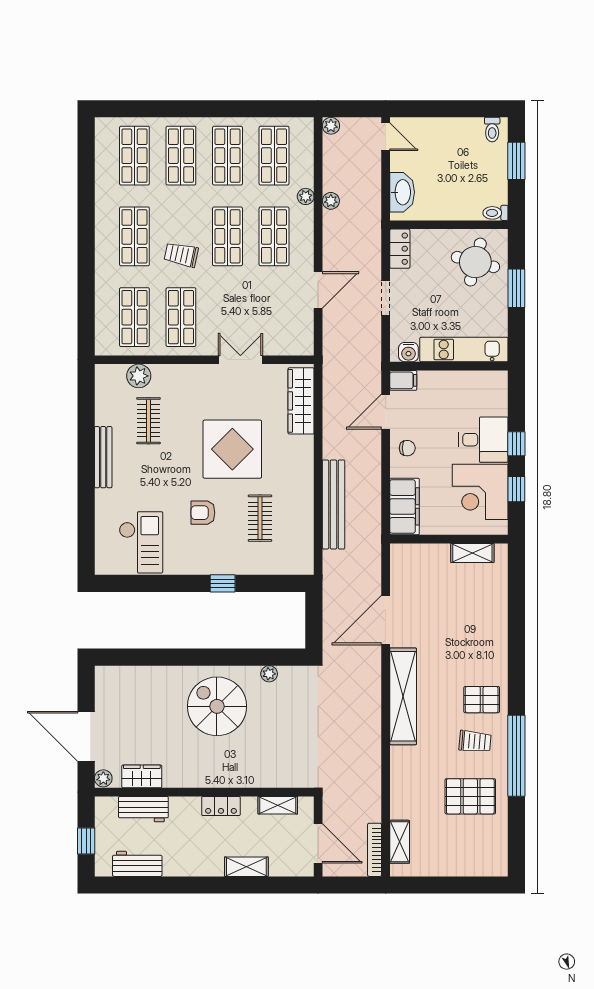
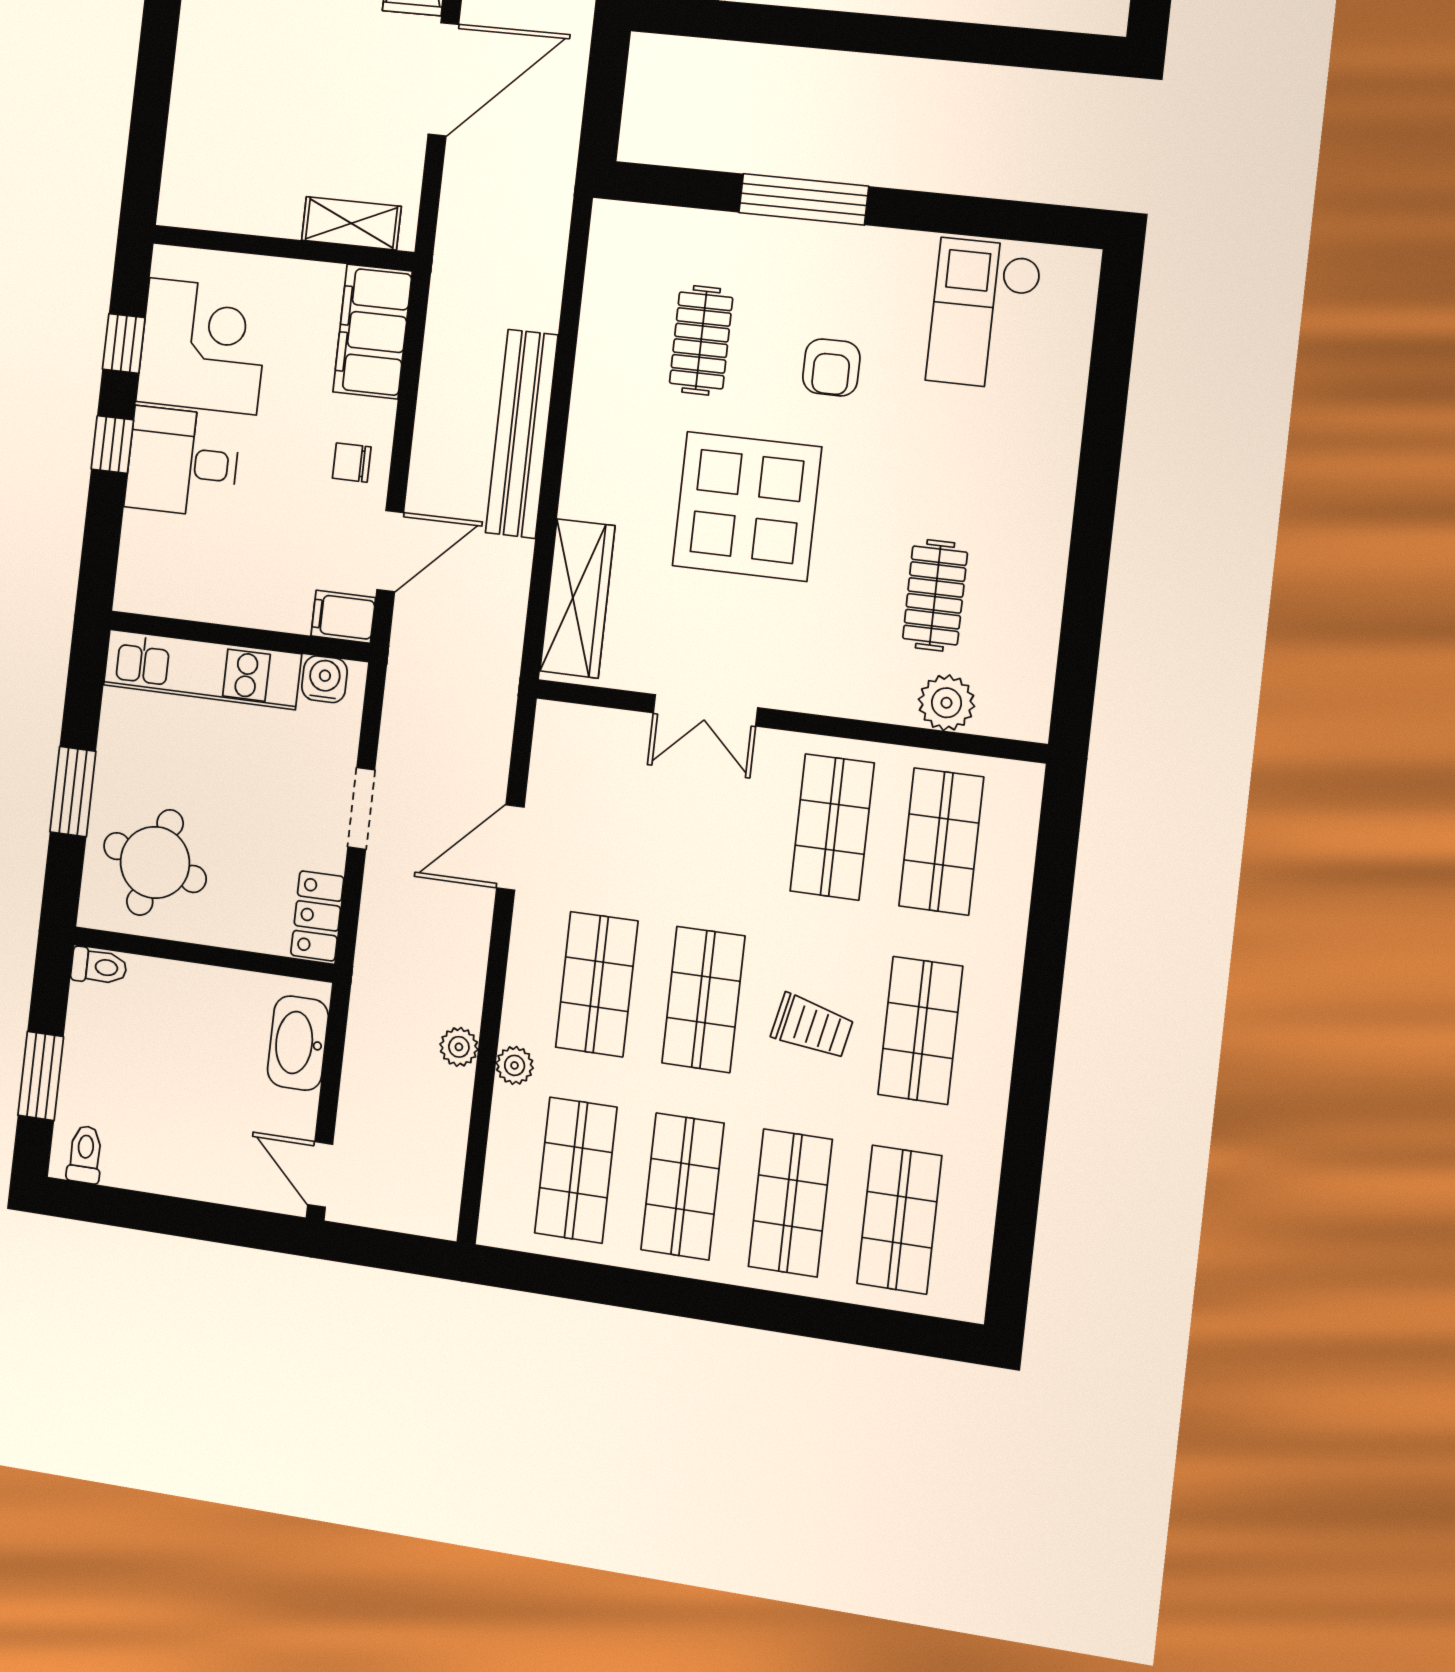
plant: (331, 126) -> (439, 1219), removed
trolley: (181, 255) -> (812, 1027), moved
bench: (103, 457) -> (1052, 523), removed
bench: (333, 504) -> (522, 434), moved
armchair: (203, 513) -> (831, 367), turned 90
shelving: (472, 553) -> (351, 223), moved
window: (223, 583) -> (804, 199), width x2.17

